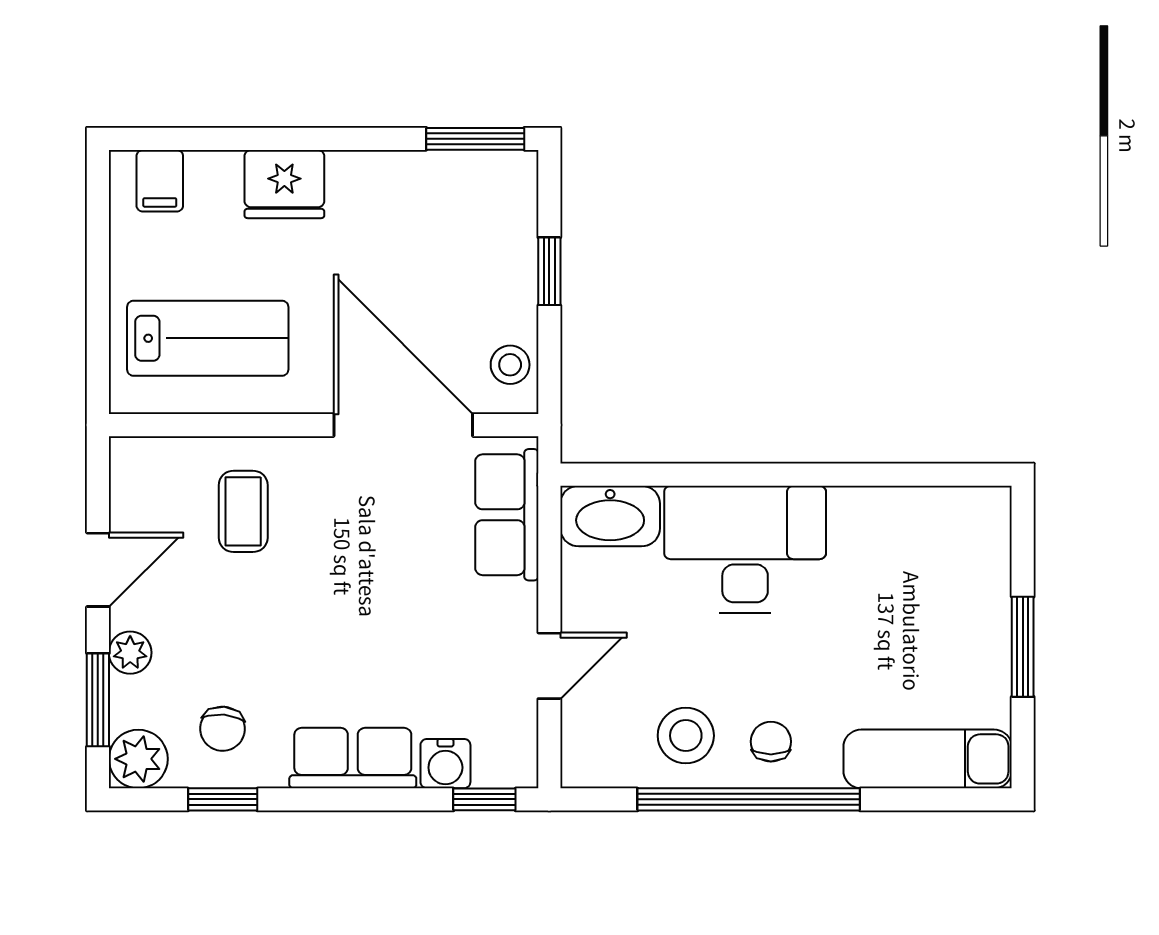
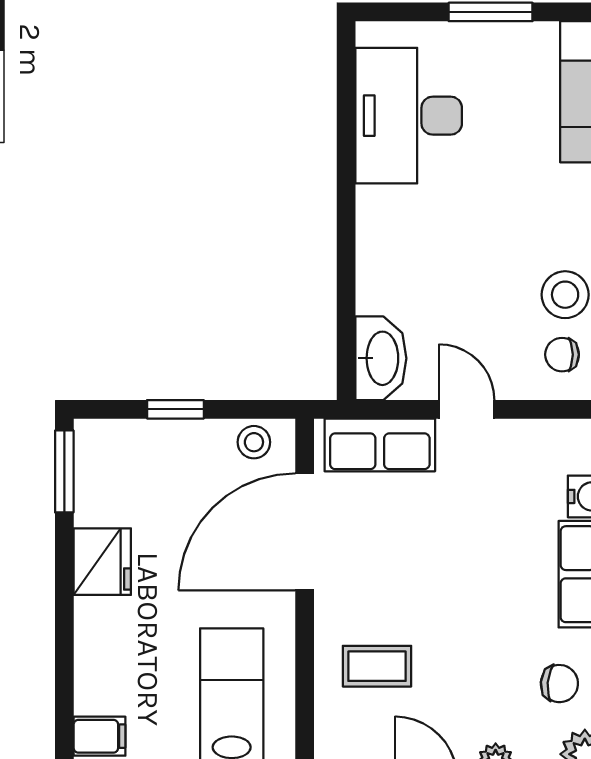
fridge: (284, 184) -> (102, 562), moved
desk: (745, 549) -> (409, 116), moved
door: (549, 666) -> (467, 409), moved
chair: (771, 742) -> (562, 355), moved

